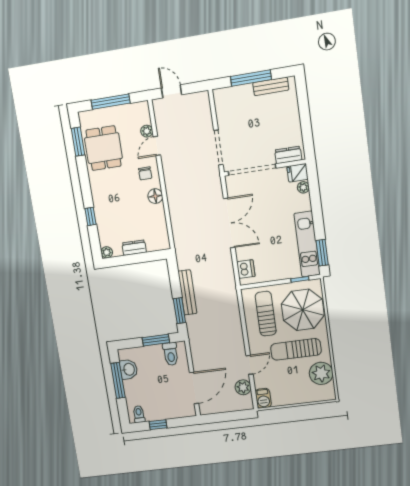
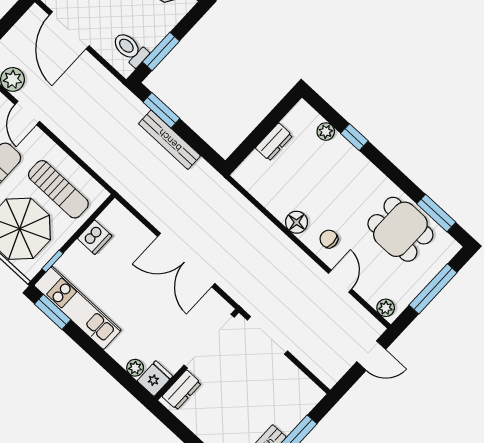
plant: (147, 131) -> (386, 308), moved
plant: (107, 252) -> (326, 132), moved
dishwasher: (246, 269) -> (95, 237), moved, turned -90

